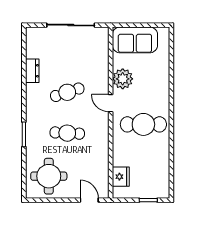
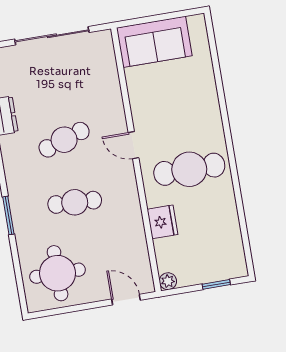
plant: (123, 79) -> (168, 281), moved, width x0.53, depth x0.53
fridge: (121, 177) -> (162, 222), moved

